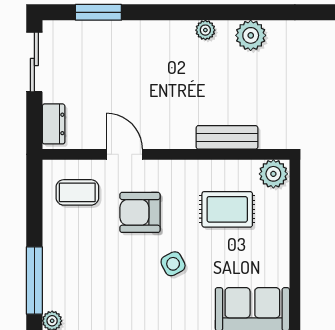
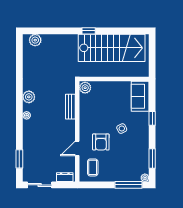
rug: (227, 209) -> (100, 106), removed

